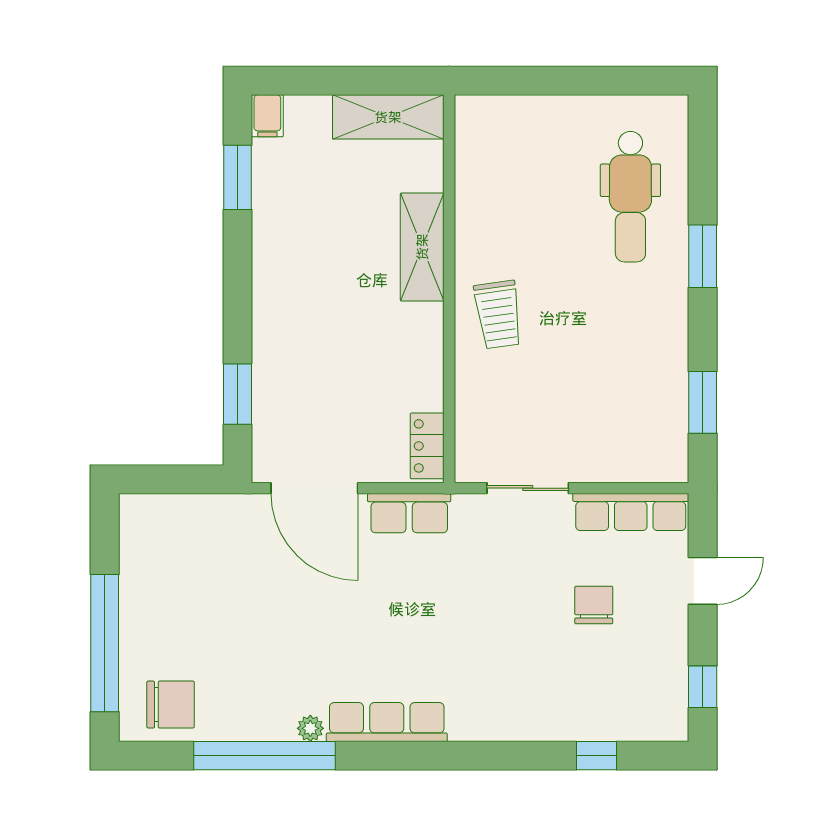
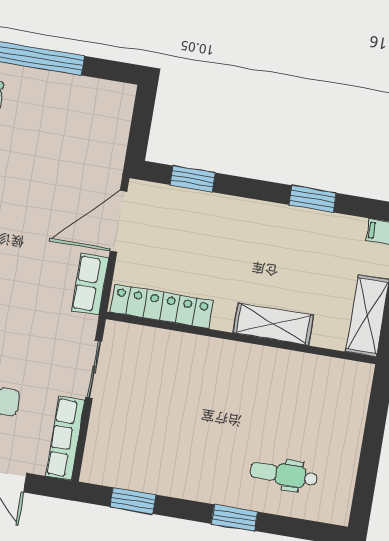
window: (237, 177) -> (313, 199), moved
dental chair: (630, 197) -> (284, 475), width x0.73, depth x0.72
trolley: (498, 315) -> (218, 369), removed
locker: (427, 446) -> (162, 306), width x2.16, depth x1.21

